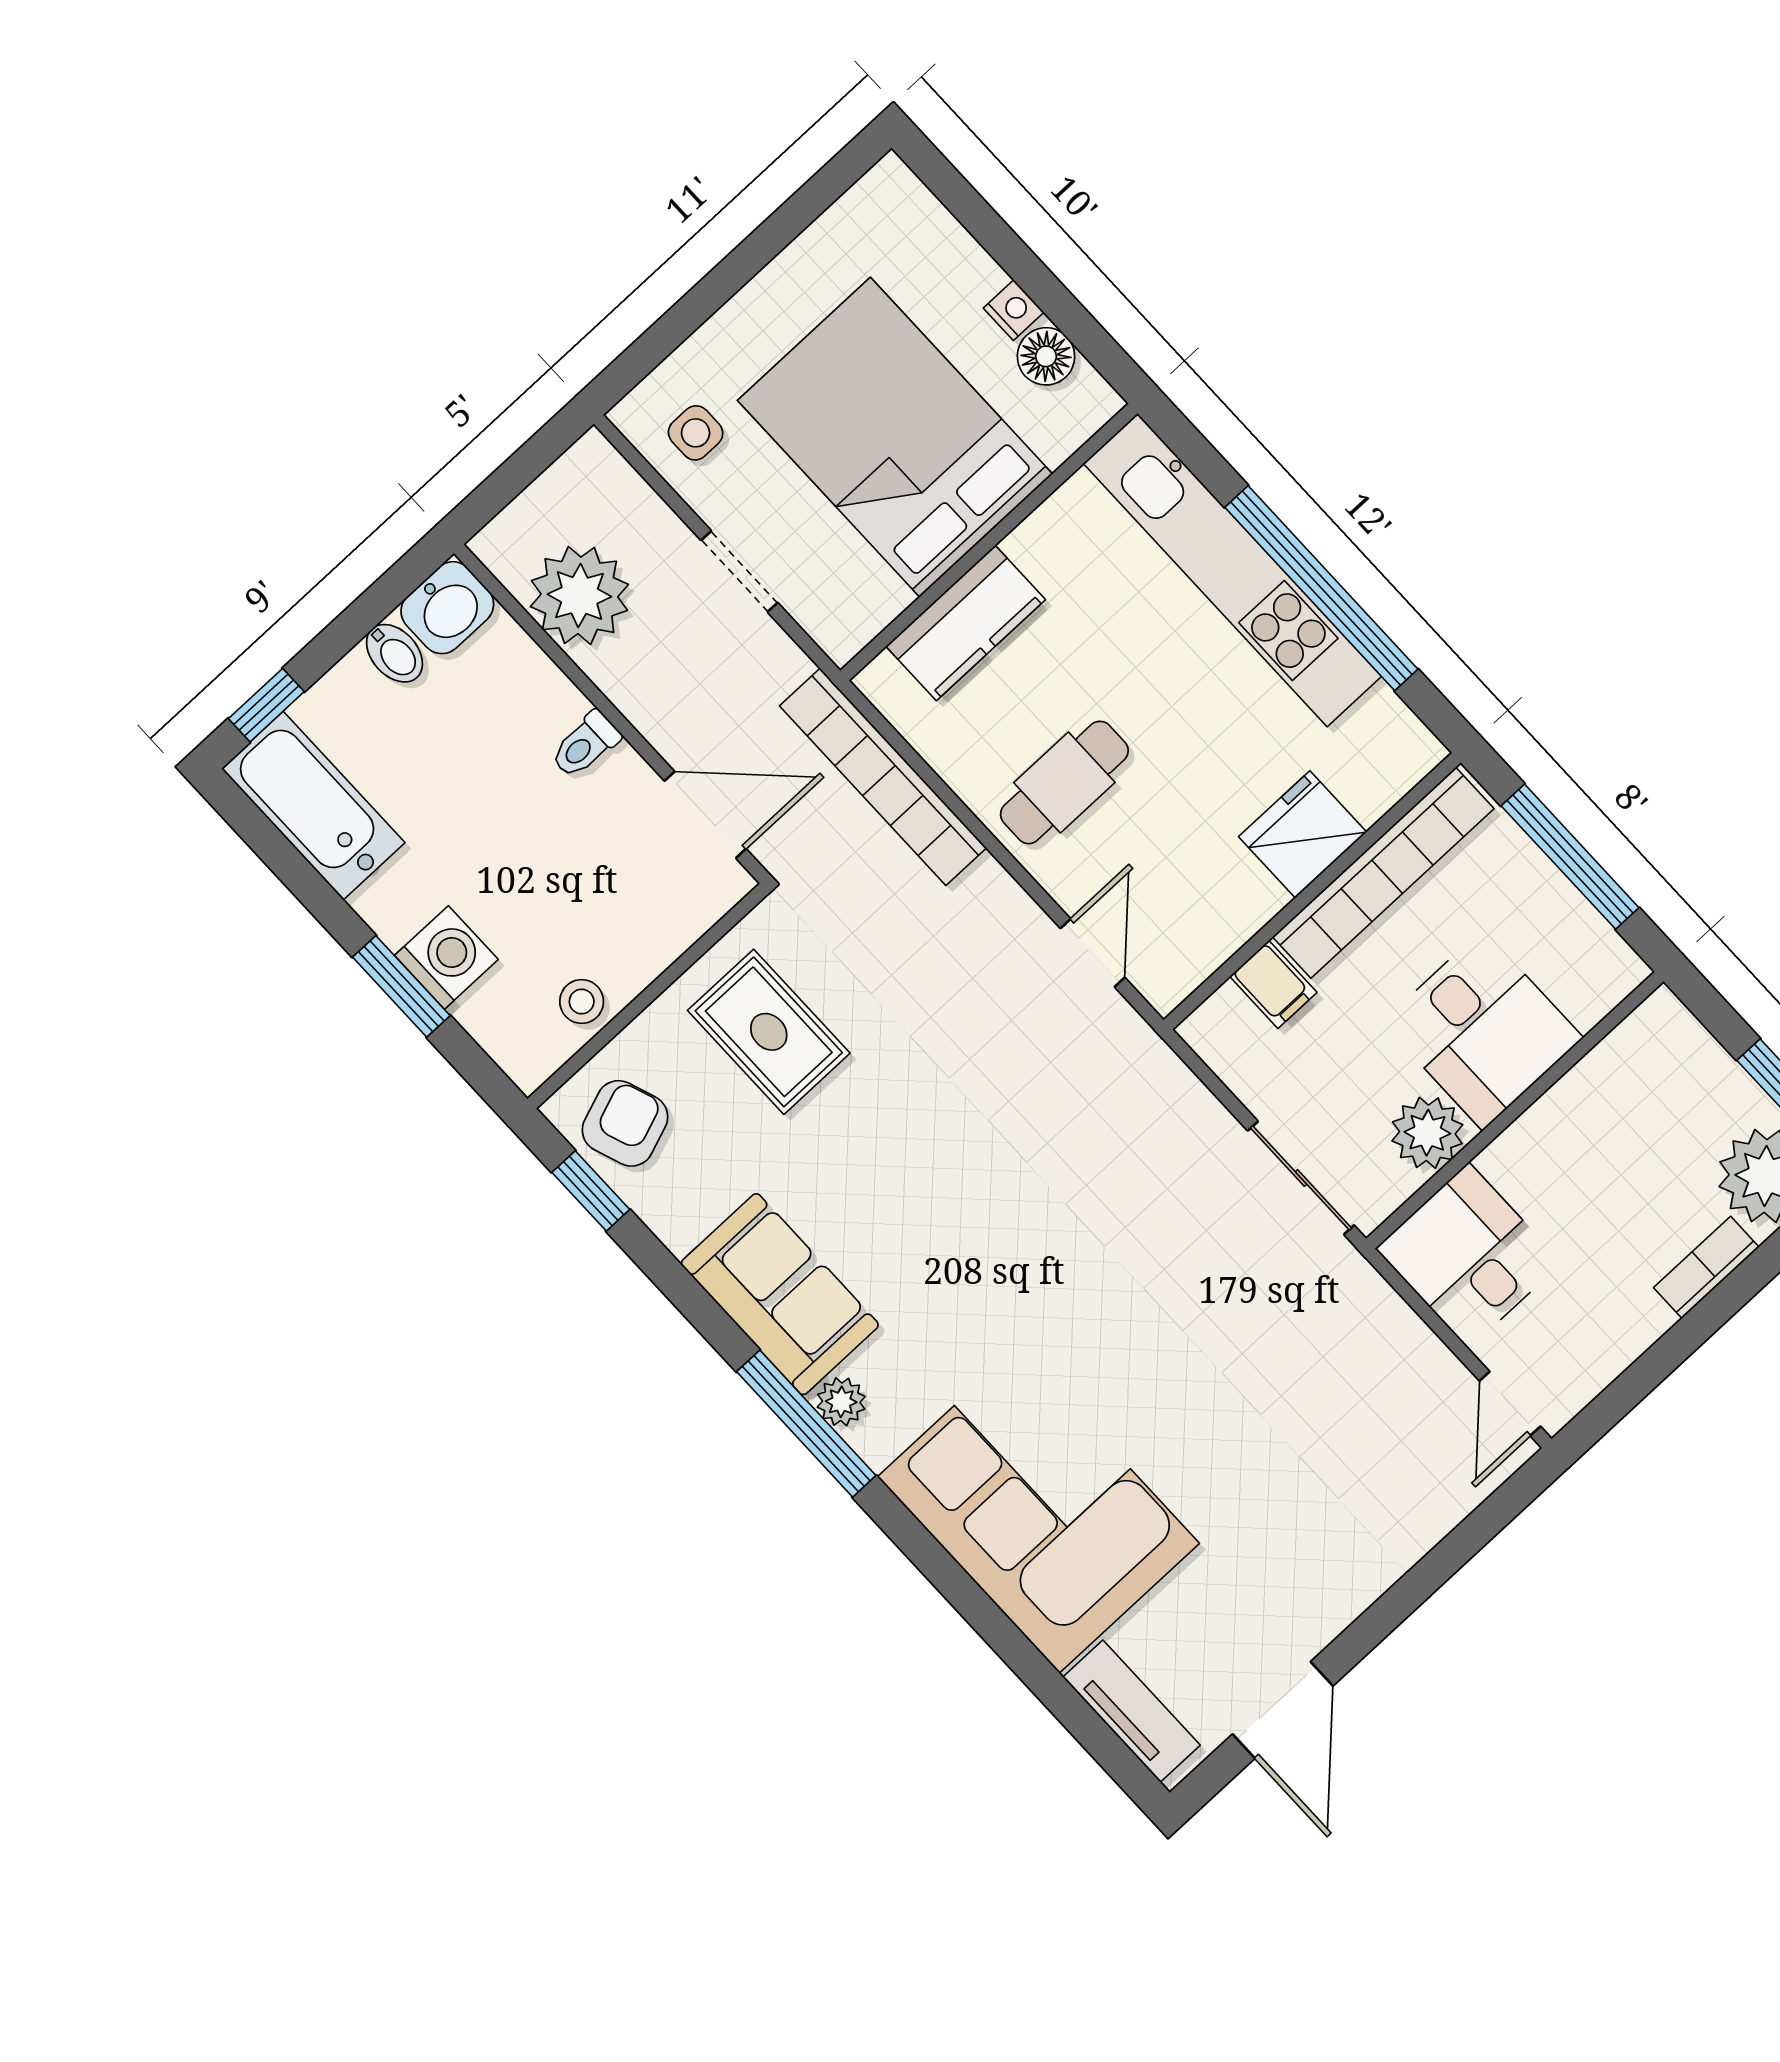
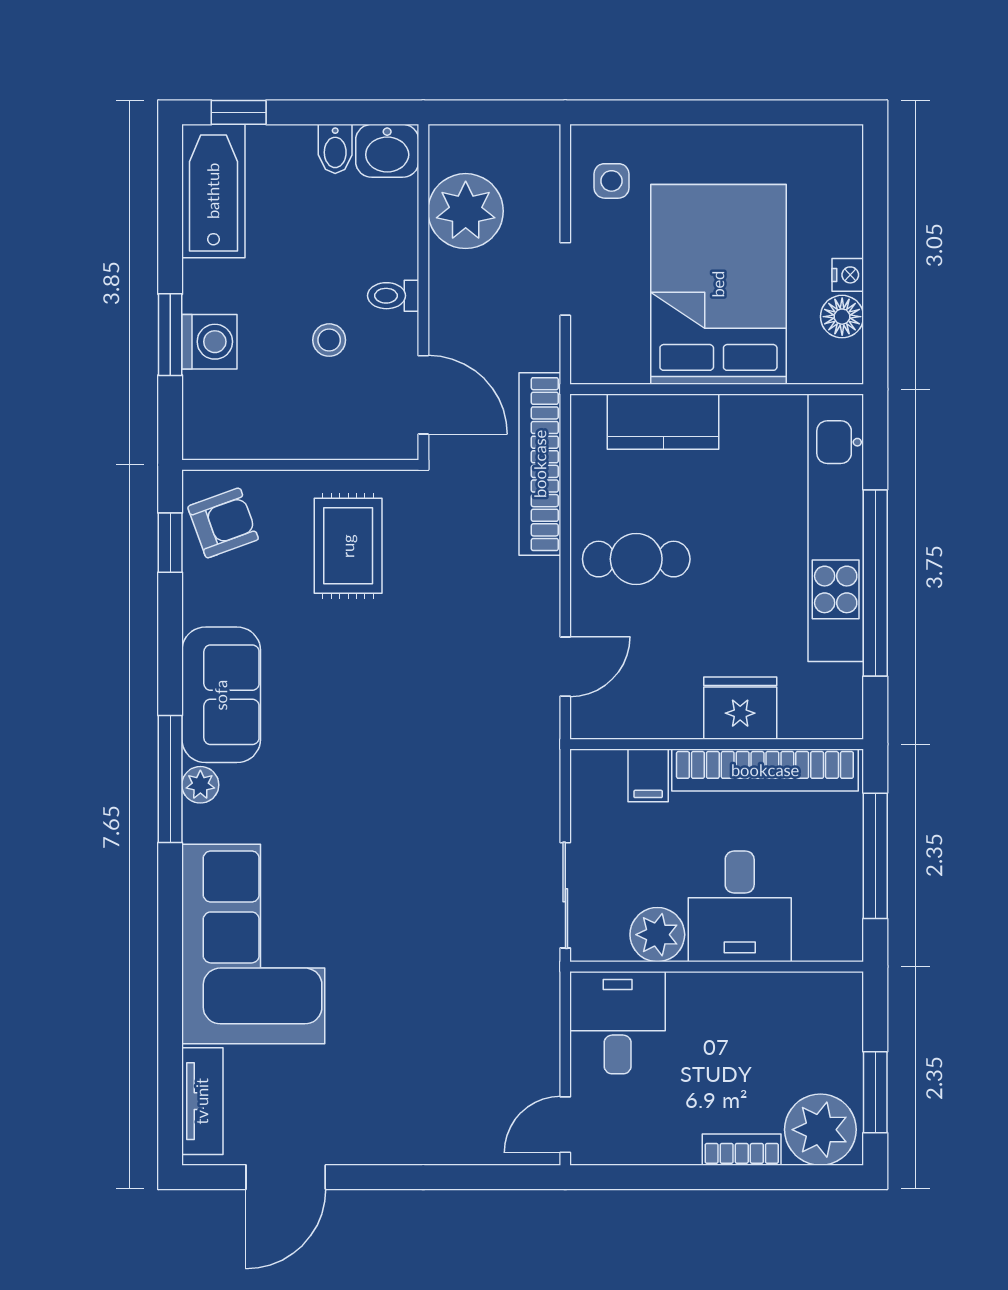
stool: (582, 1002) -> (329, 340), moved

